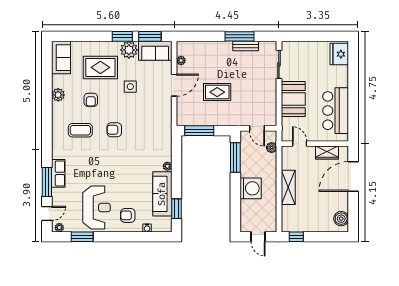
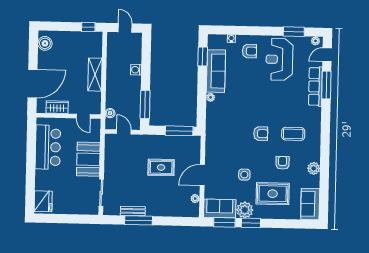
row of seats: (58, 173) -> (315, 87), width x1.48
washing machine: (251, 188) -> (136, 70), width x0.53, depth x0.53

